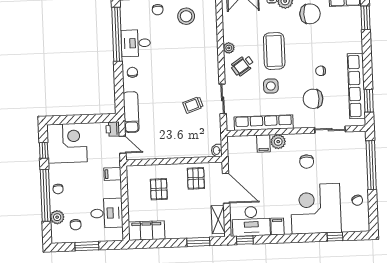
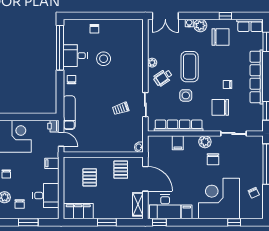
stool: (186, 16) -> (104, 59), moved
row of seats: (356, 86) -> (257, 77), moved
plant: (278, 142) -> (205, 142), moved
window: (198, 242) -> (107, 222), moved

